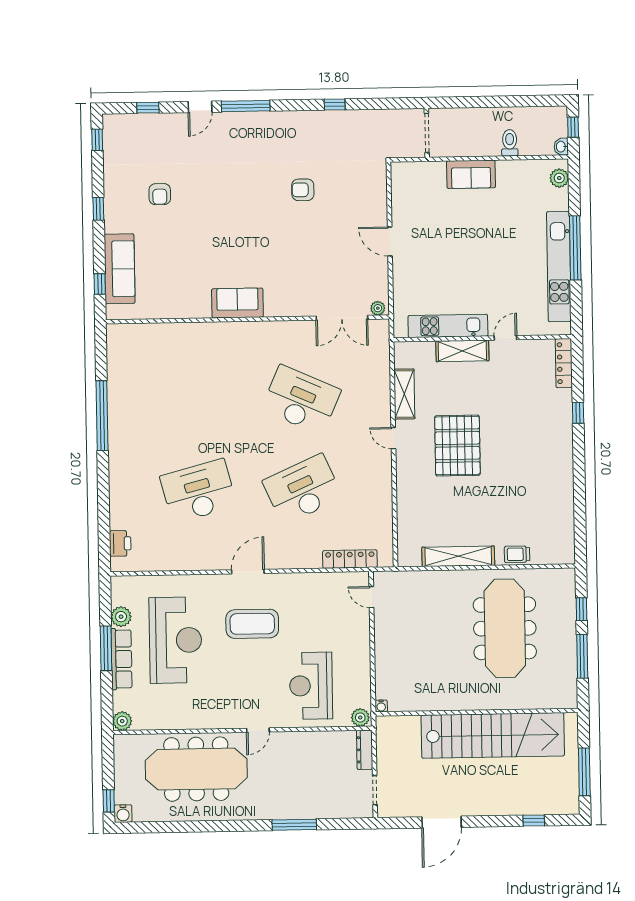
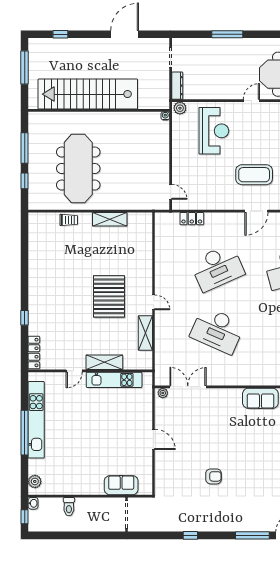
sofa: (471, 174) -> (121, 485), moved
shelving: (458, 556) -> (110, 219), width x0.68
locker: (350, 559) -> (192, 219), width x0.66

